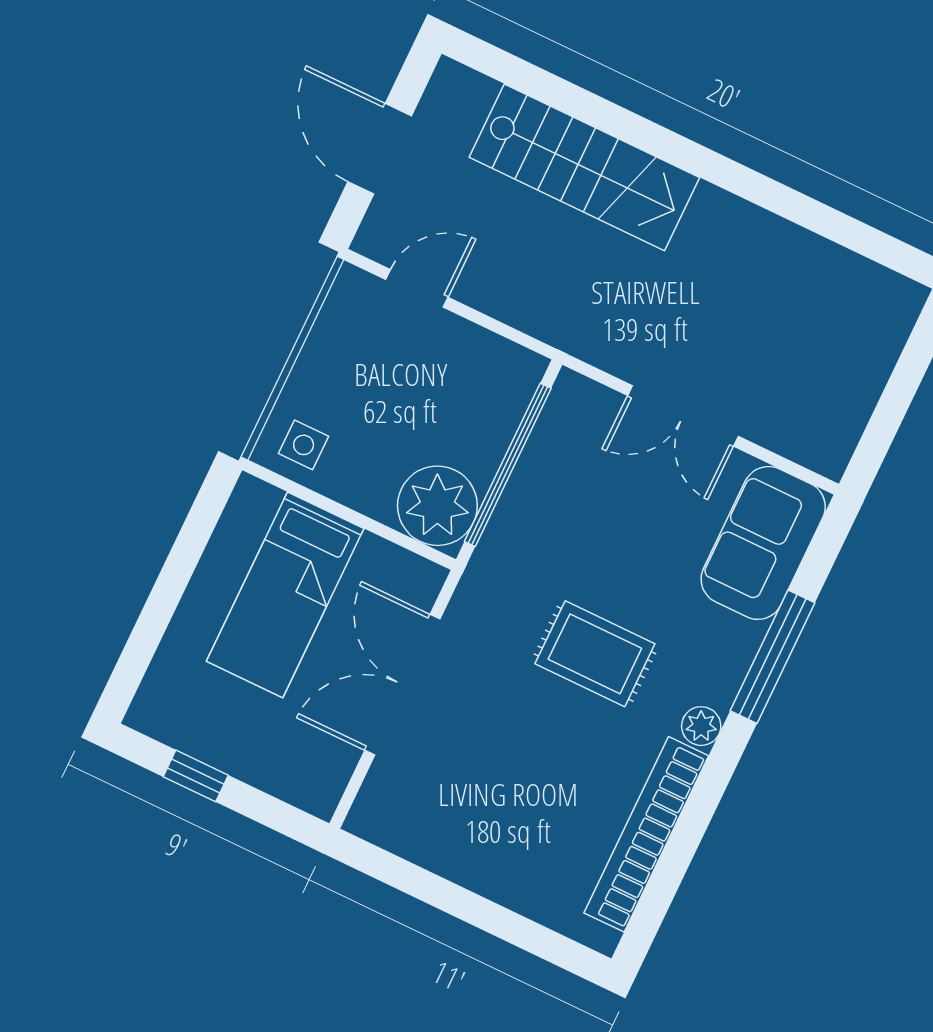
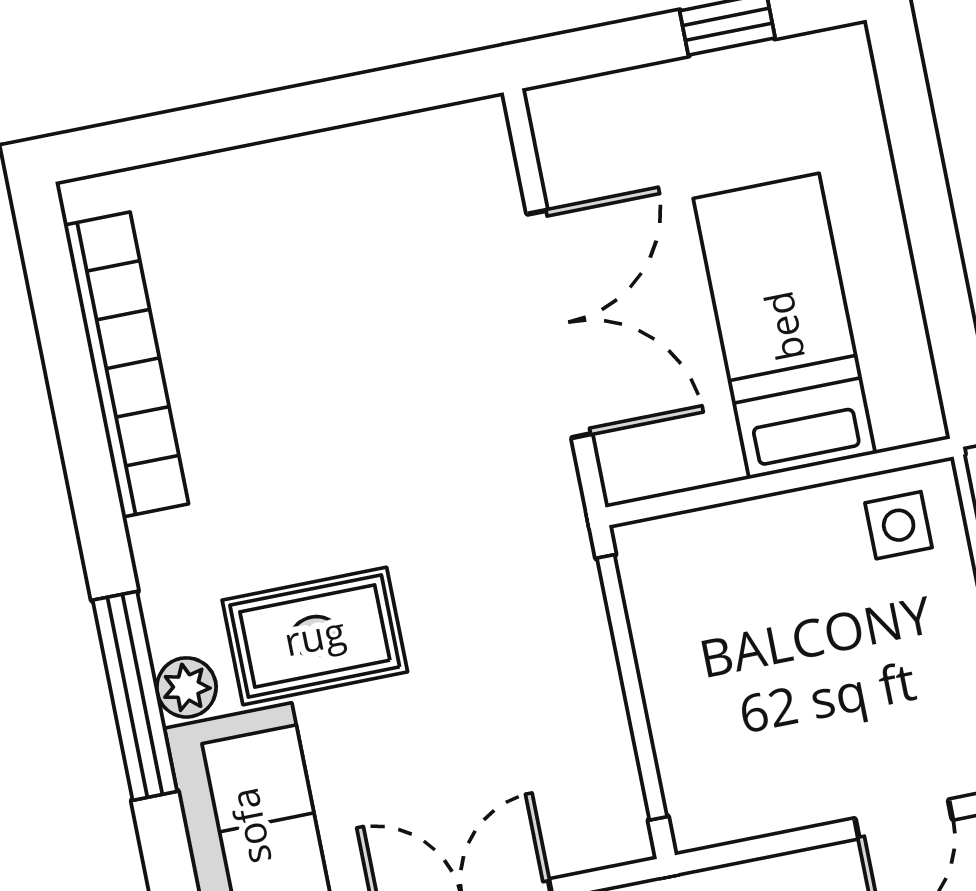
plant: (437, 506) -> (680, 573), removed
rug: (595, 654) -> (315, 636), moved
plant: (701, 726) -> (186, 687), moved

